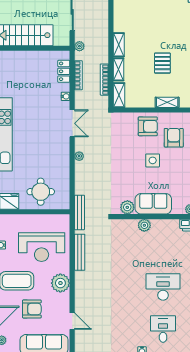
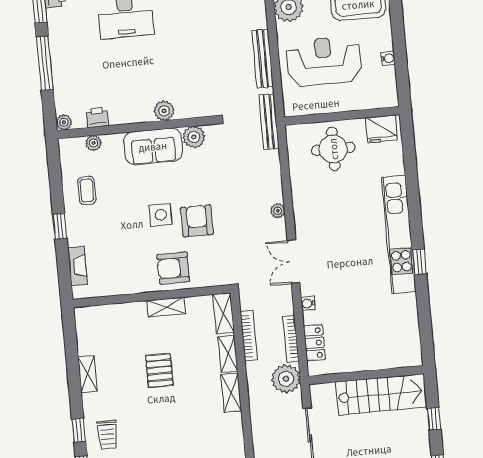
plant: (79, 46) -> (286, 379), width x1.88, depth x1.88
shelving: (167, 102) -> (166, 307), moved
armchair: (174, 138) -> (197, 221), moved, turned 180

